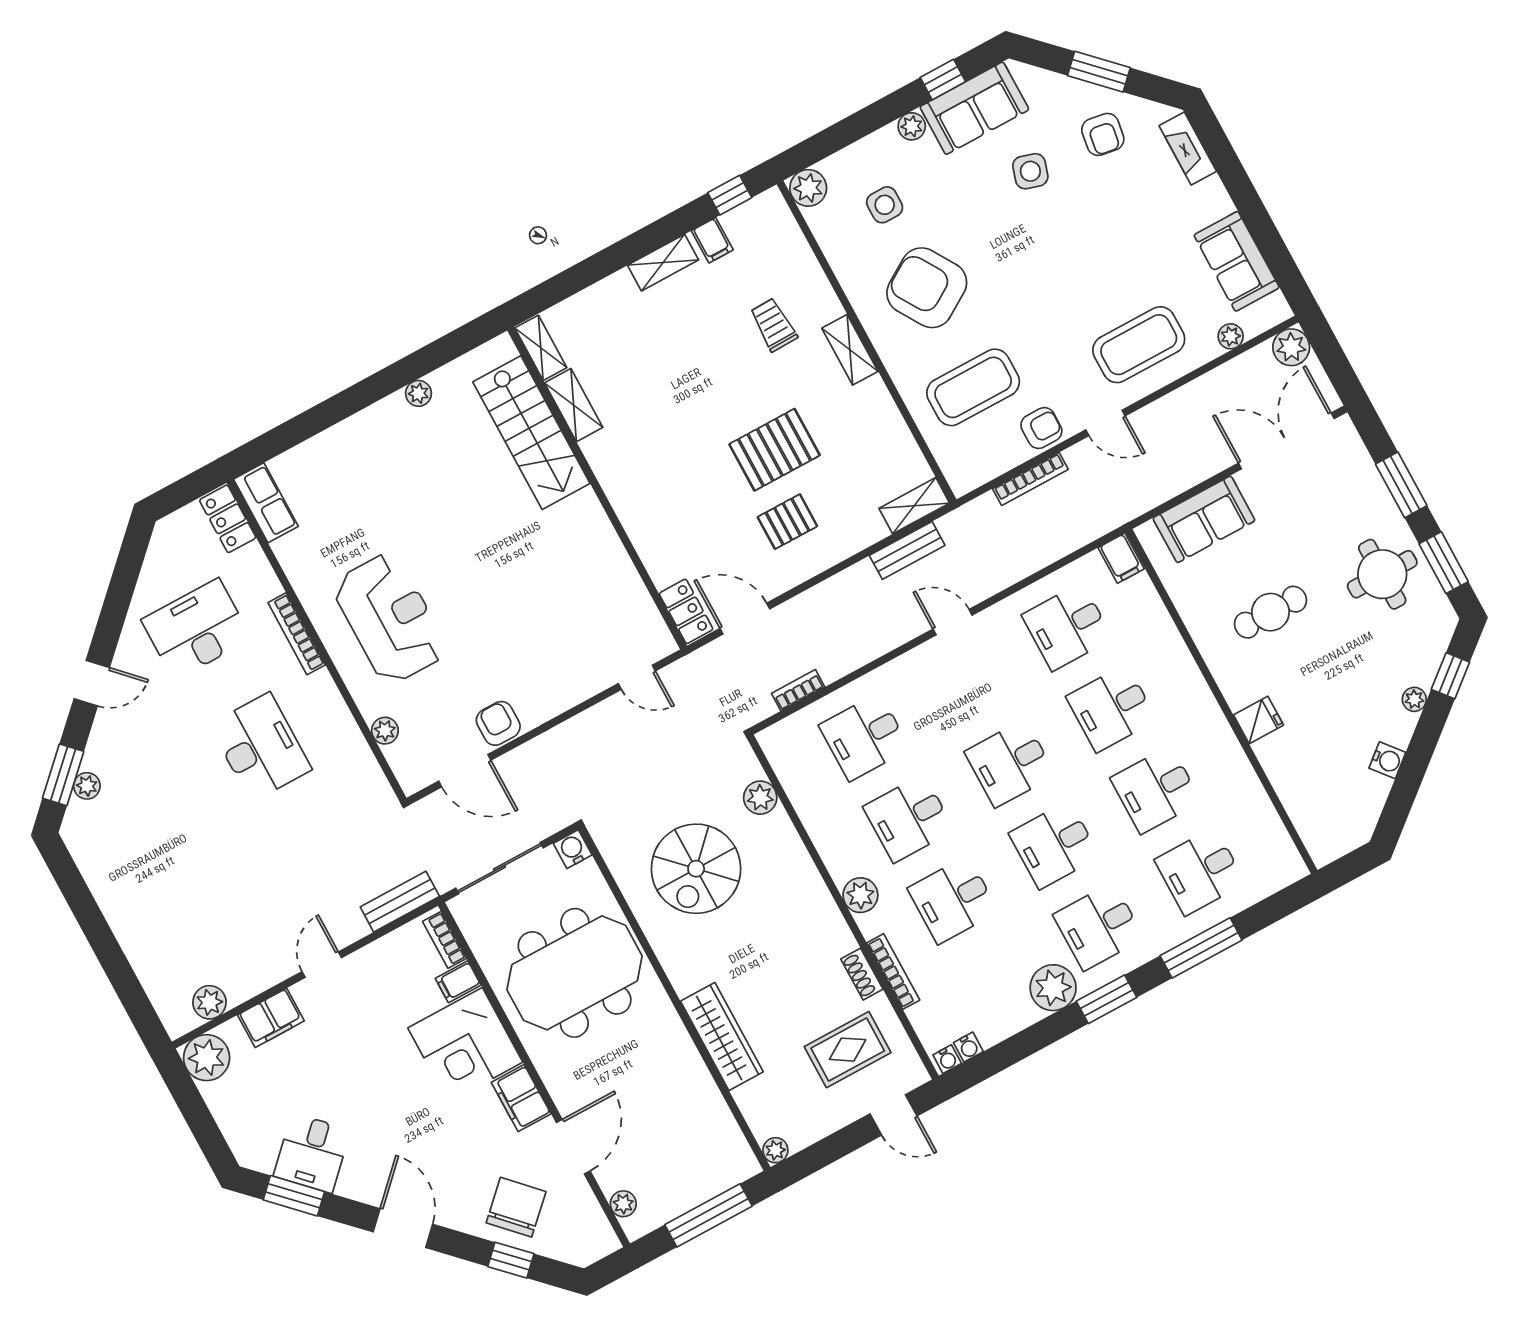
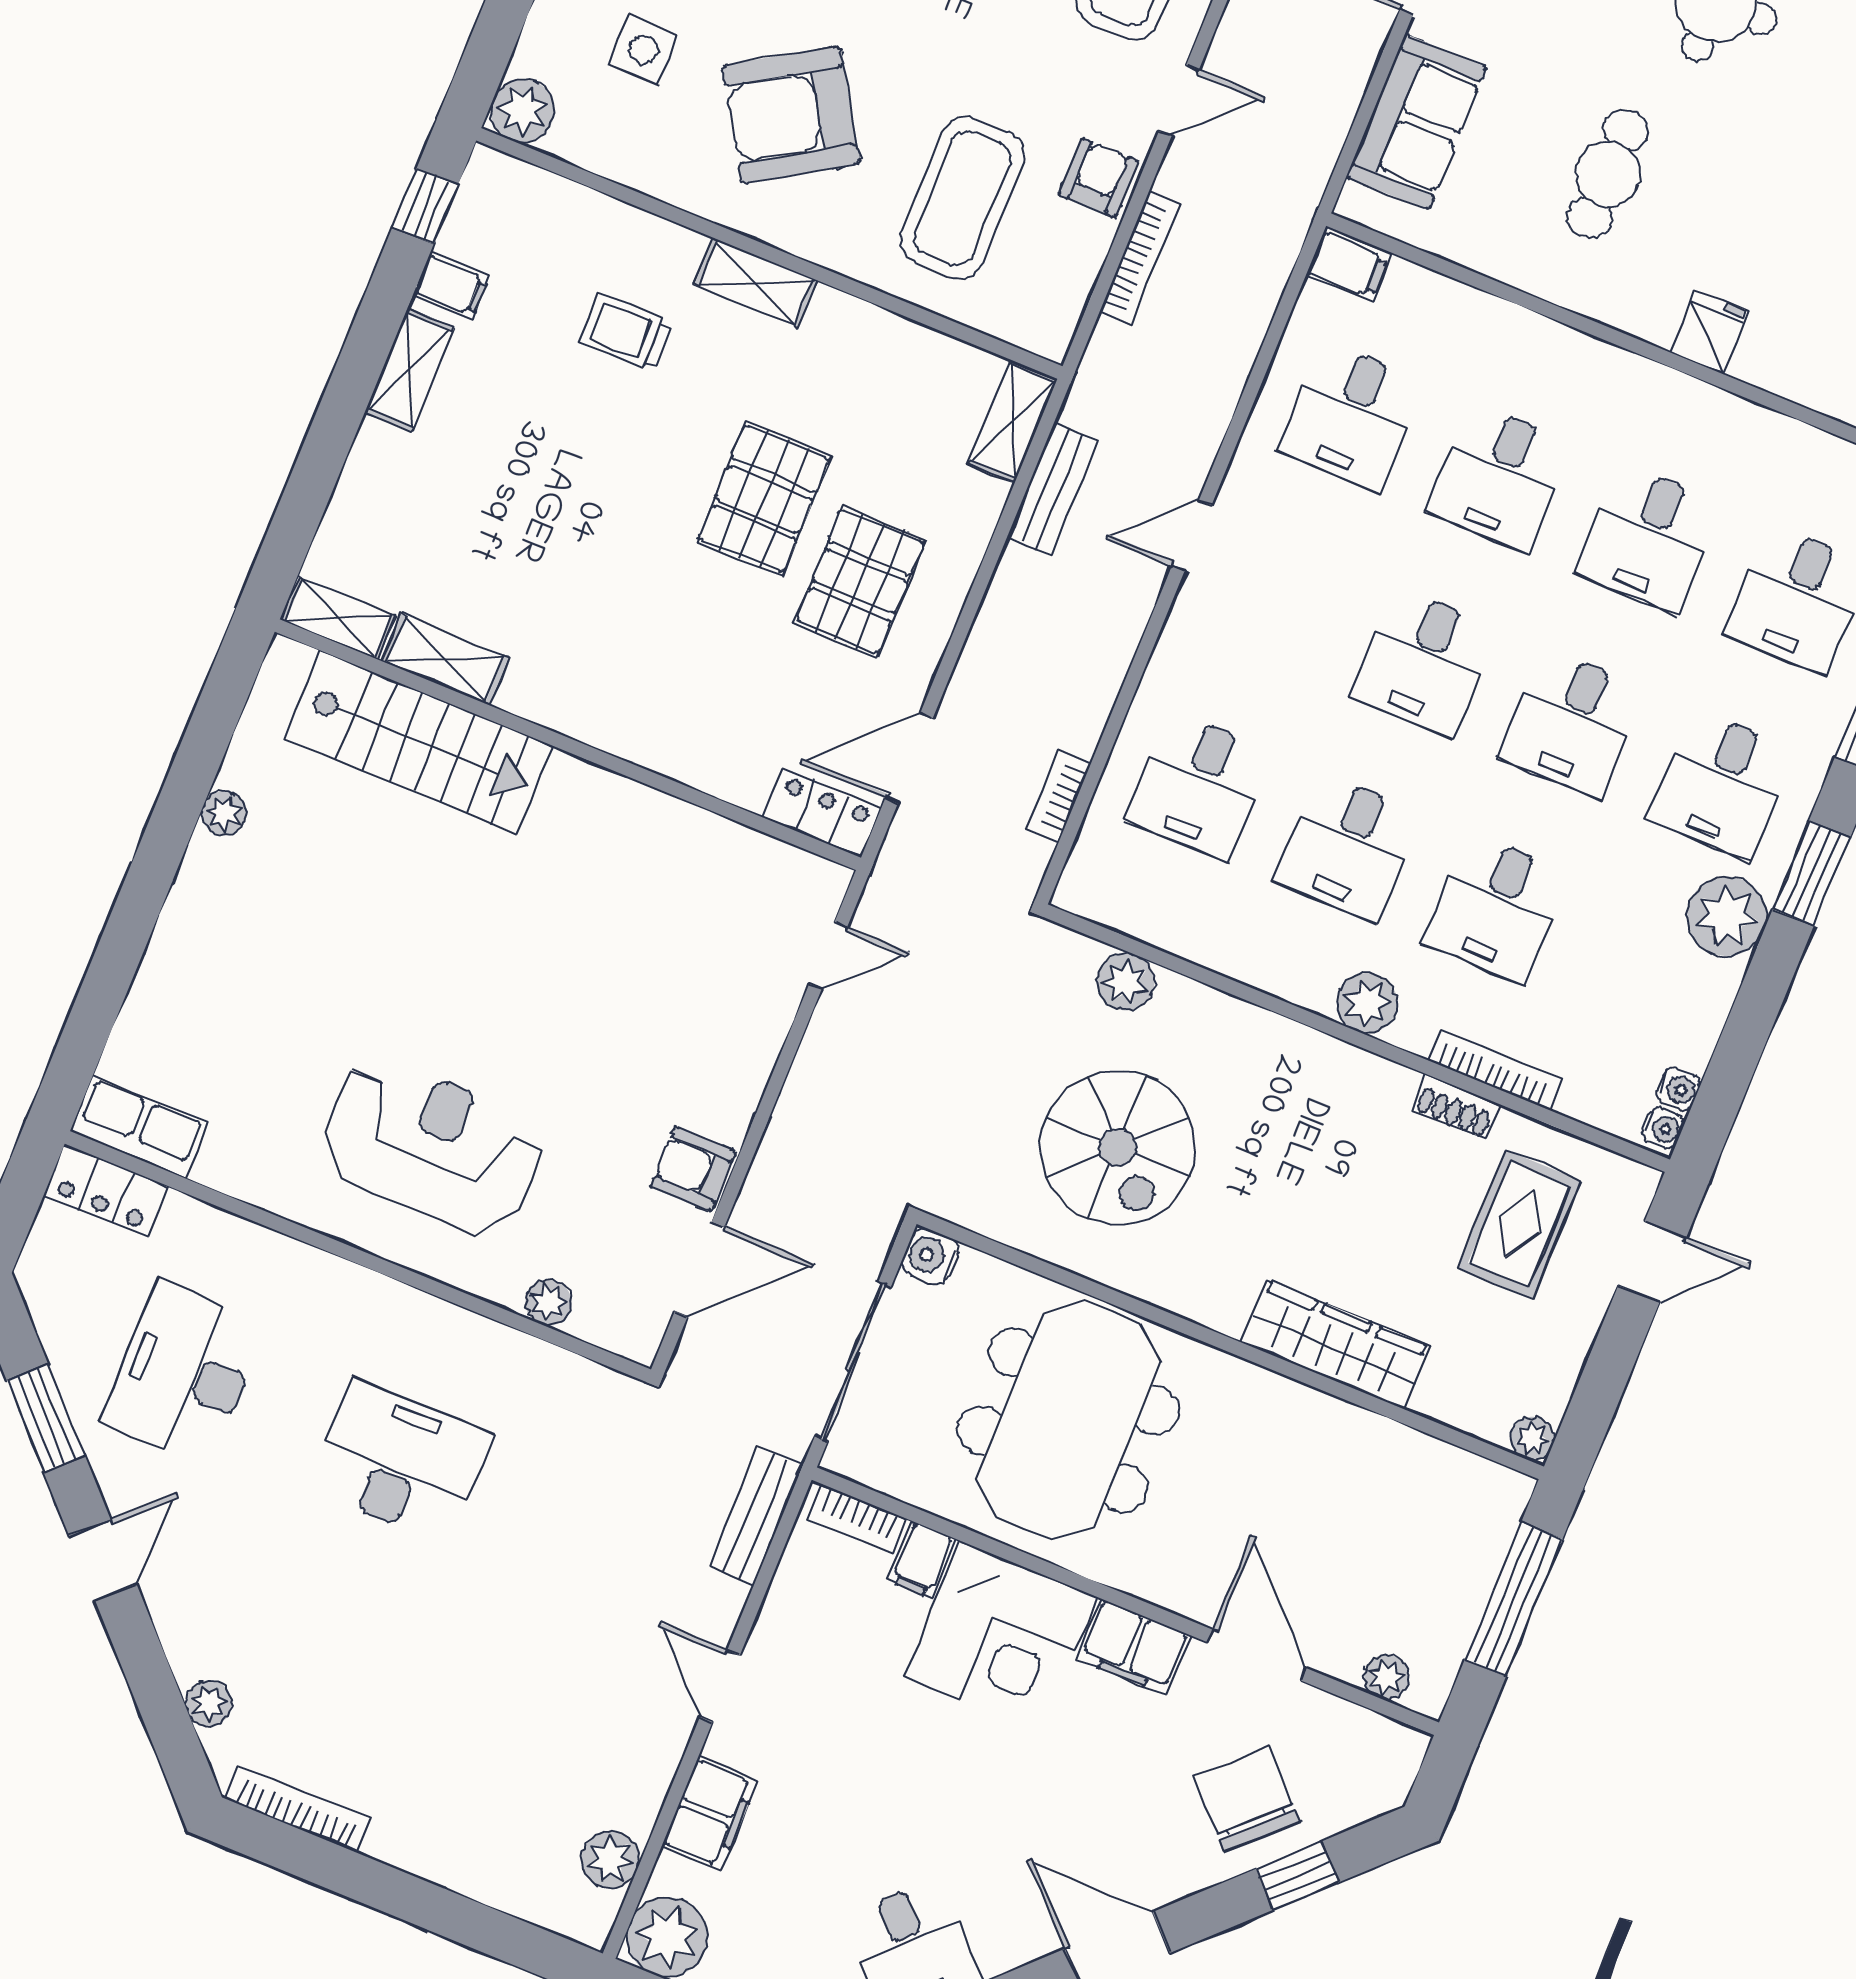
pallet: (787, 522) -> (860, 581), width x1.50, depth x1.42
bookcase: (297, 634) -> (298, 1809), moved, turned 180
window: (63, 775) -> (46, 1418), moved

